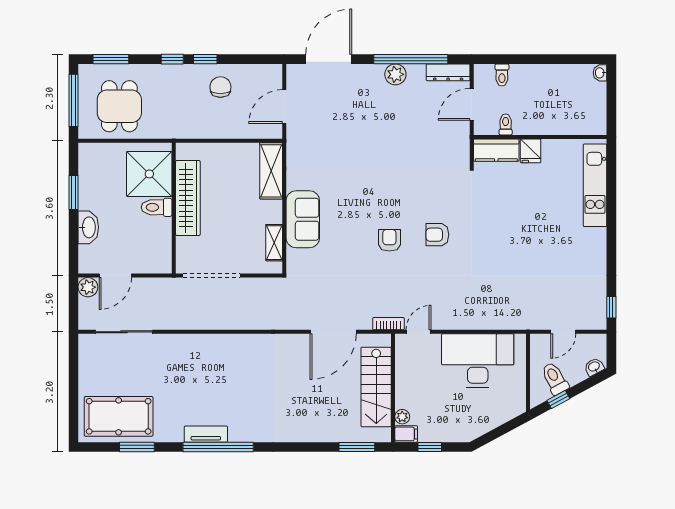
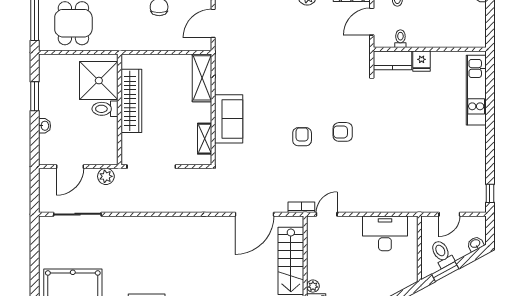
washbasin: (88, 227) -> (45, 126), width x0.52, depth x0.69
plant: (88, 287) -> (106, 176), moved
desk: (478, 361) -> (385, 233), width x0.73, depth x0.77
window: (558, 399) -> (445, 271), width x1.50

